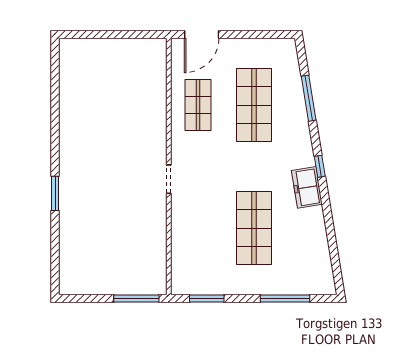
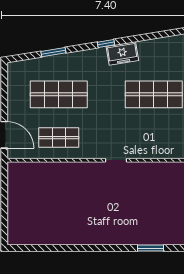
window: (309, 98) -> (53, 52), width x0.69
window: (55, 193) -> (150, 248), moved

